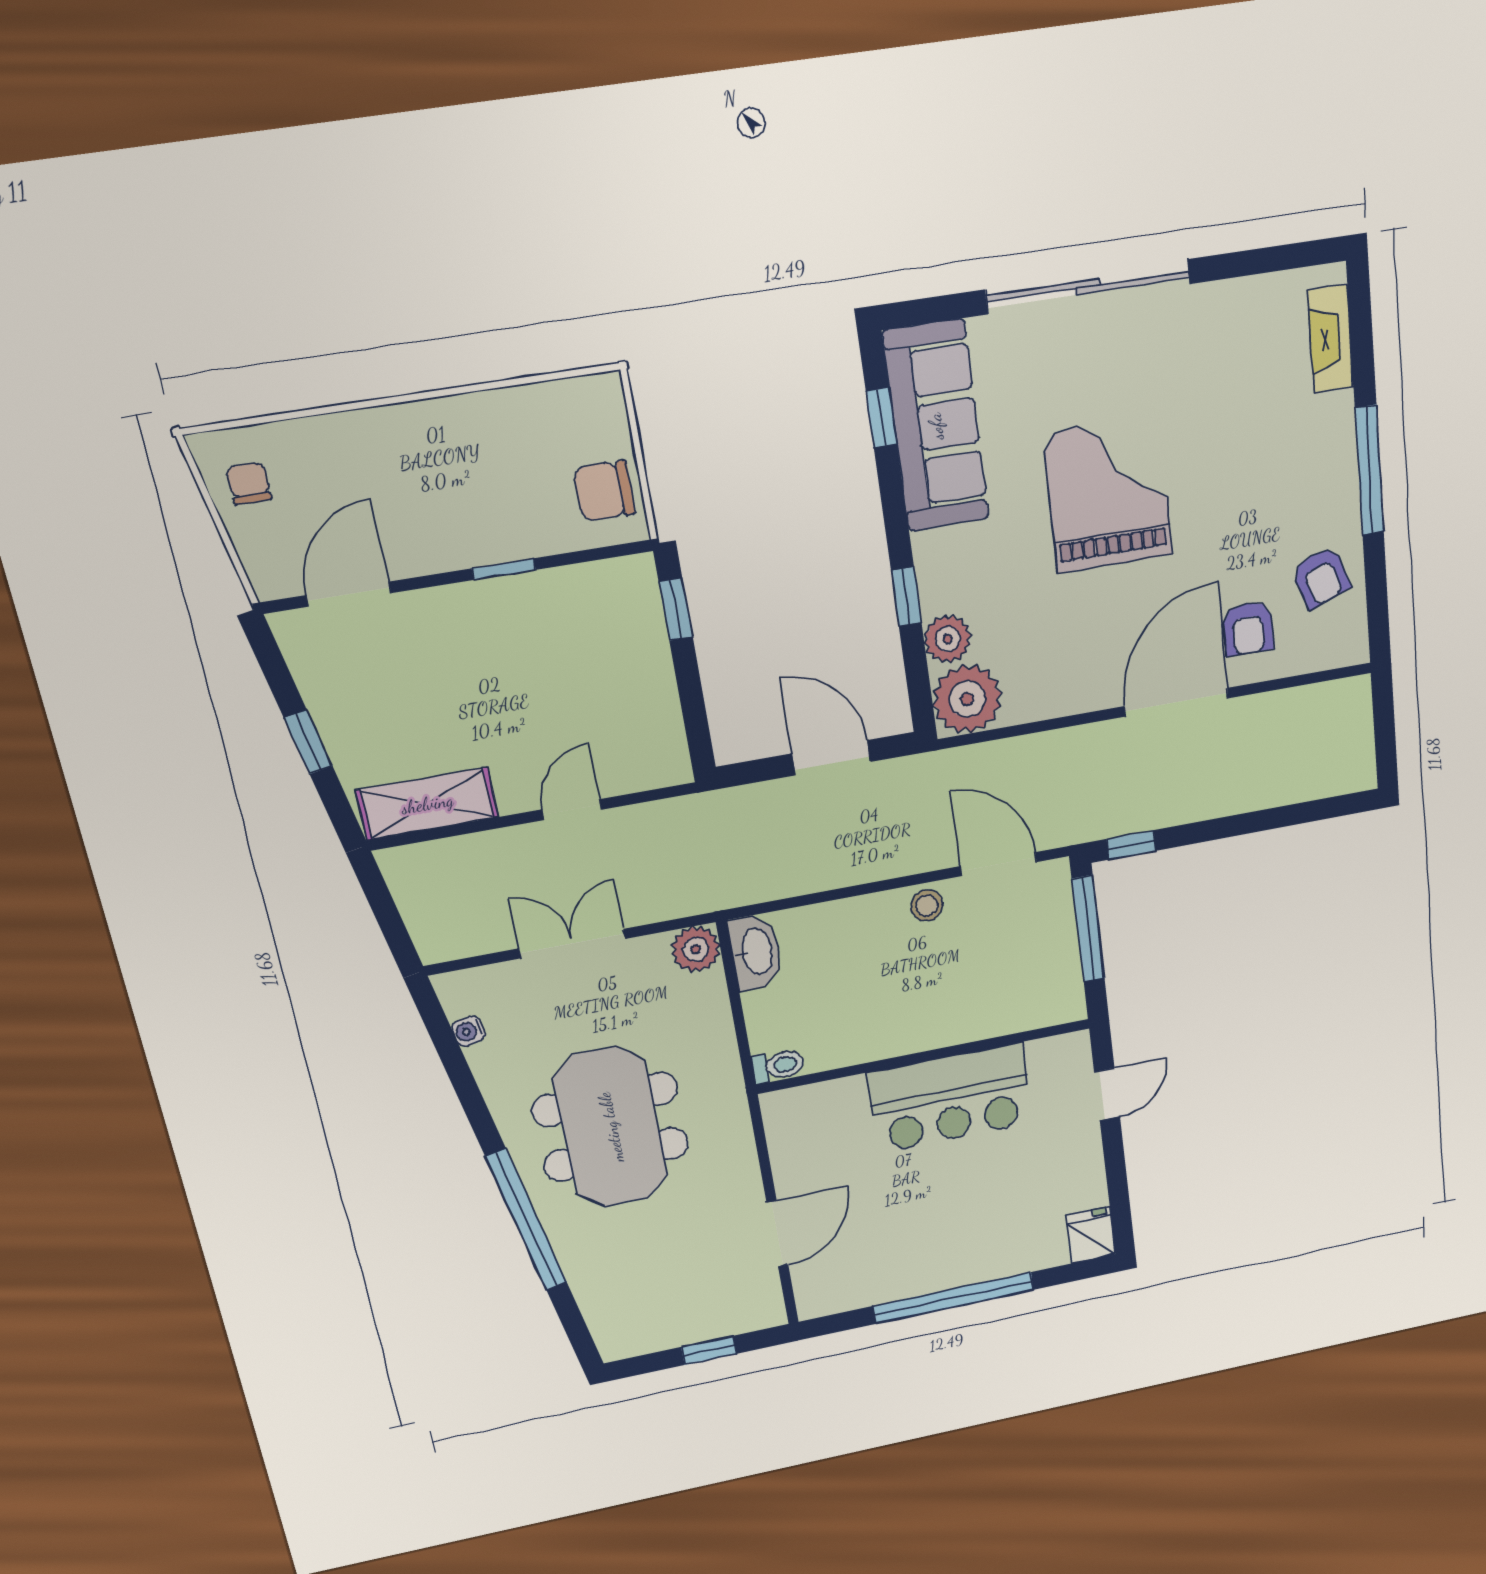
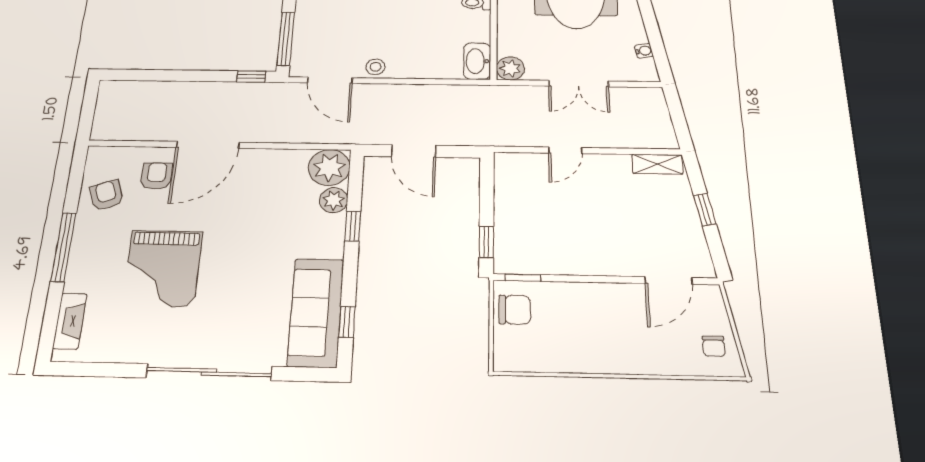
grand piano: (1108, 494) -> (163, 269), moved
window: (504, 569) -> (523, 278), moved
shelving: (427, 804) -> (657, 164), width x0.67, depth x0.75

